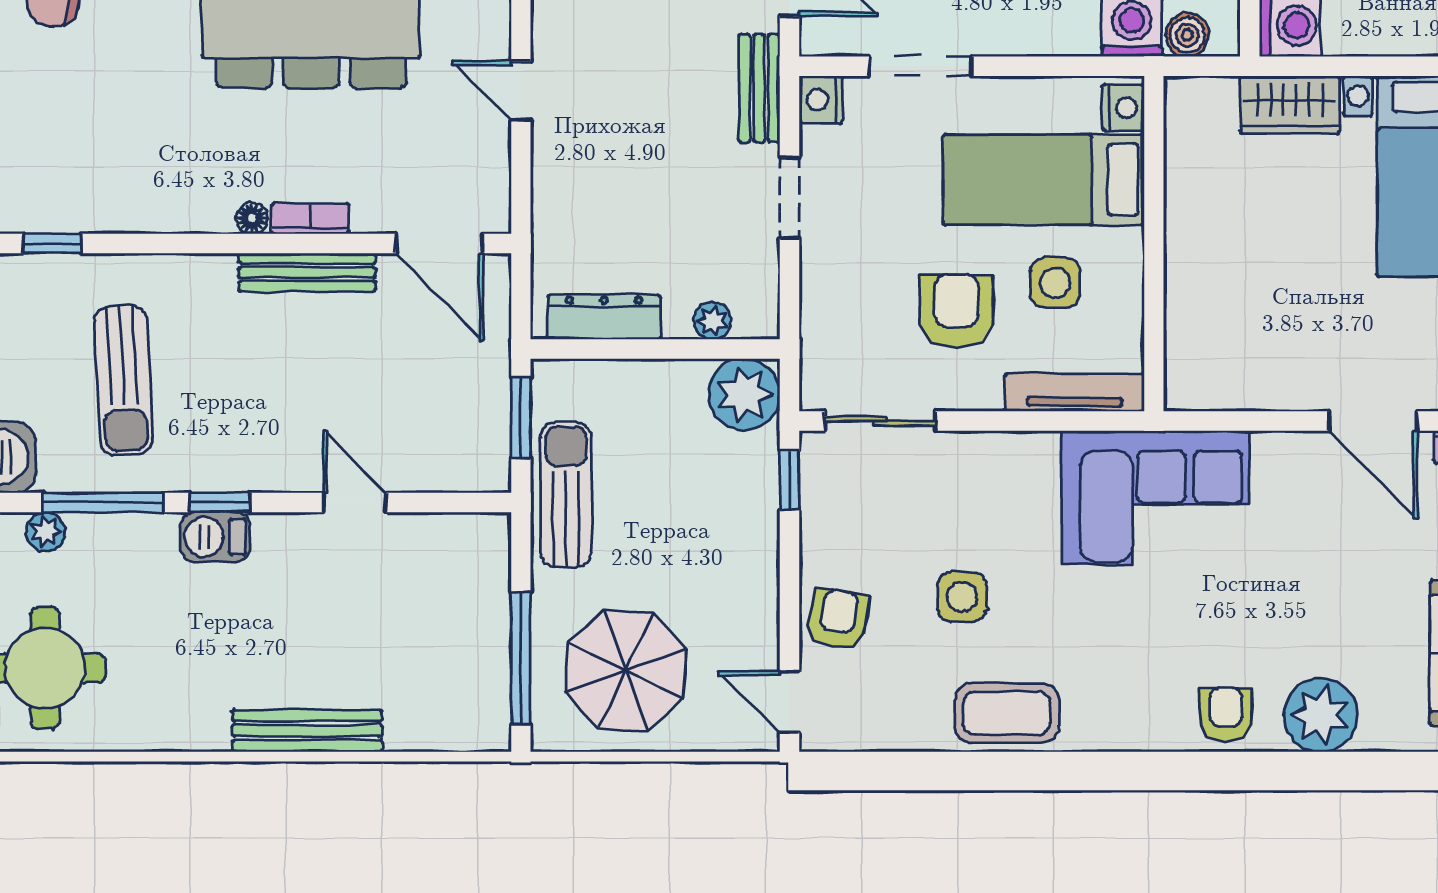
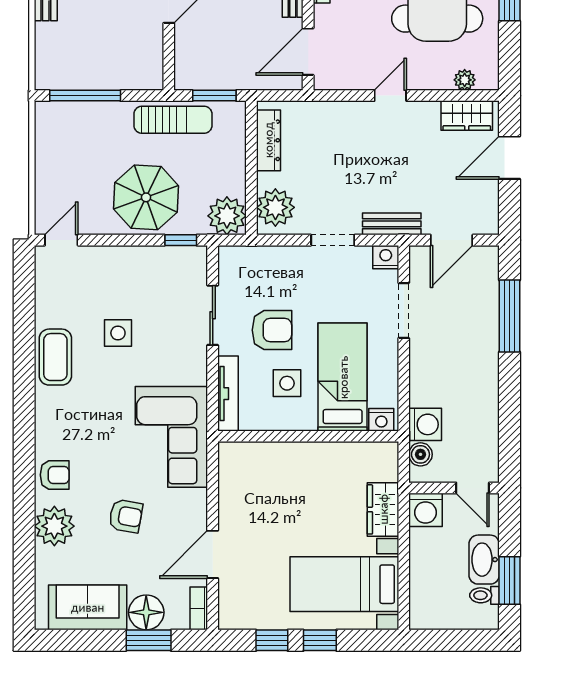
plant: (712, 321) -> (275, 207), width x1.88, depth x1.88
sliding door: (880, 421) -> (213, 315), moved
armchair: (838, 619) -> (126, 516), moved
parasol: (626, 671) -> (146, 197), moved

